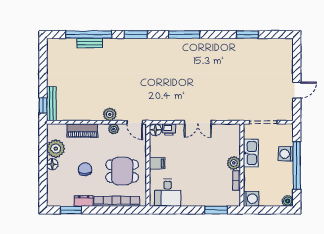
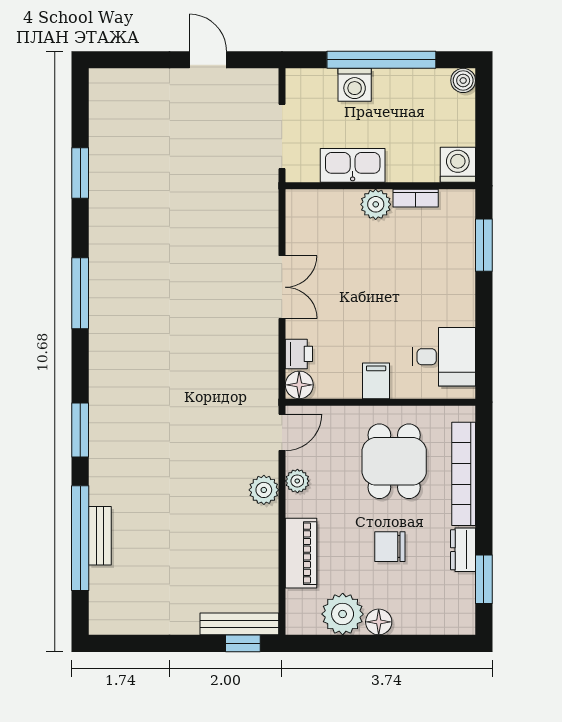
window: (184, 35) -> (80, 293), moved

